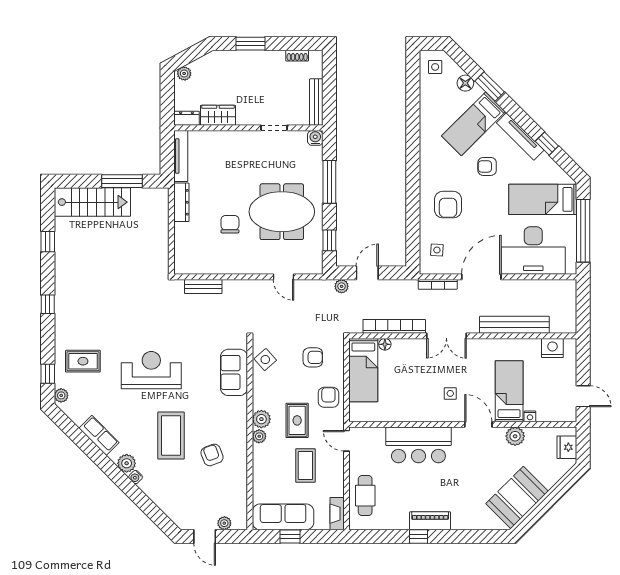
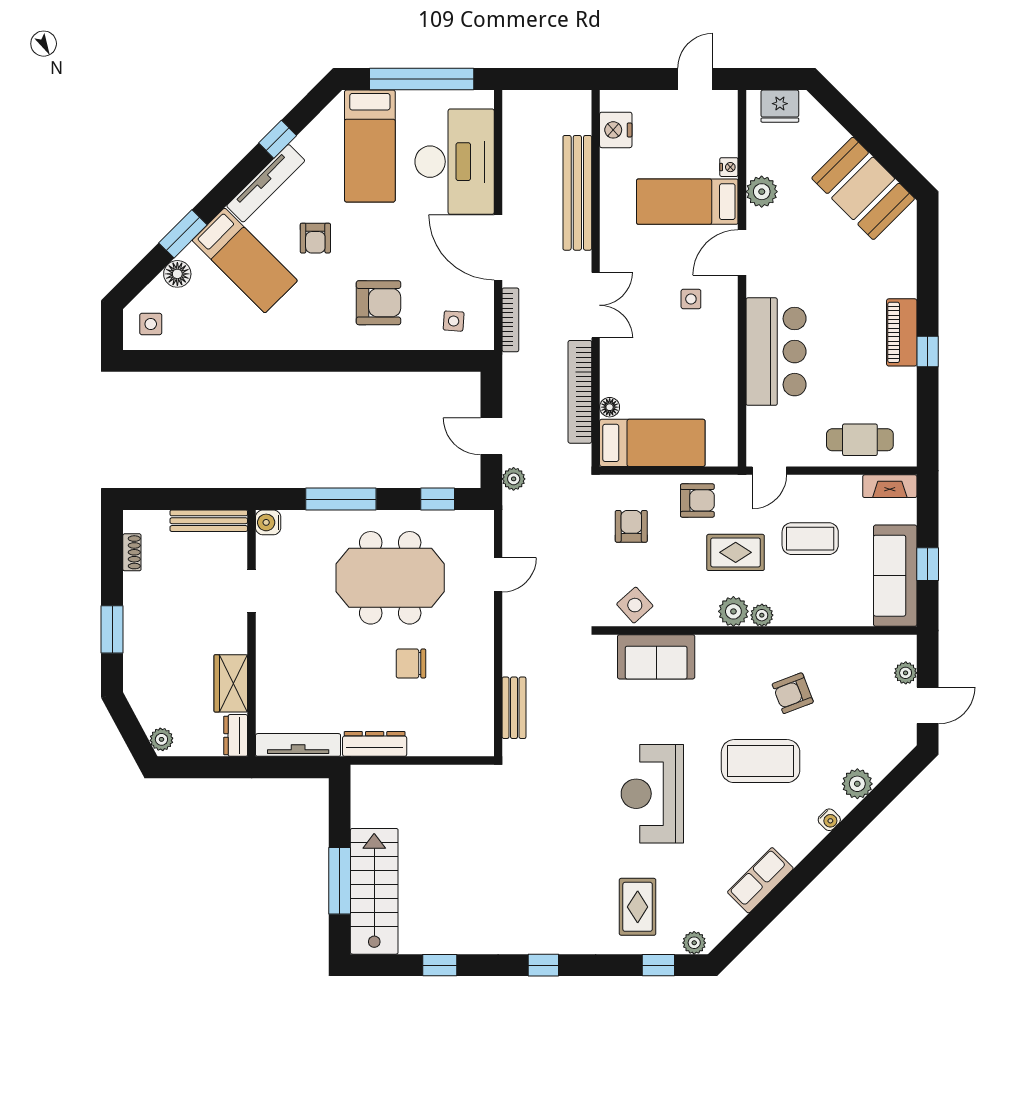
window: (122, 181) -> (340, 881), moved
meeting table: (282, 212) -> (390, 578), turned 90
armchair: (328, 397) -> (697, 500), turned 180
plant: (127, 463) -> (857, 784), moved

